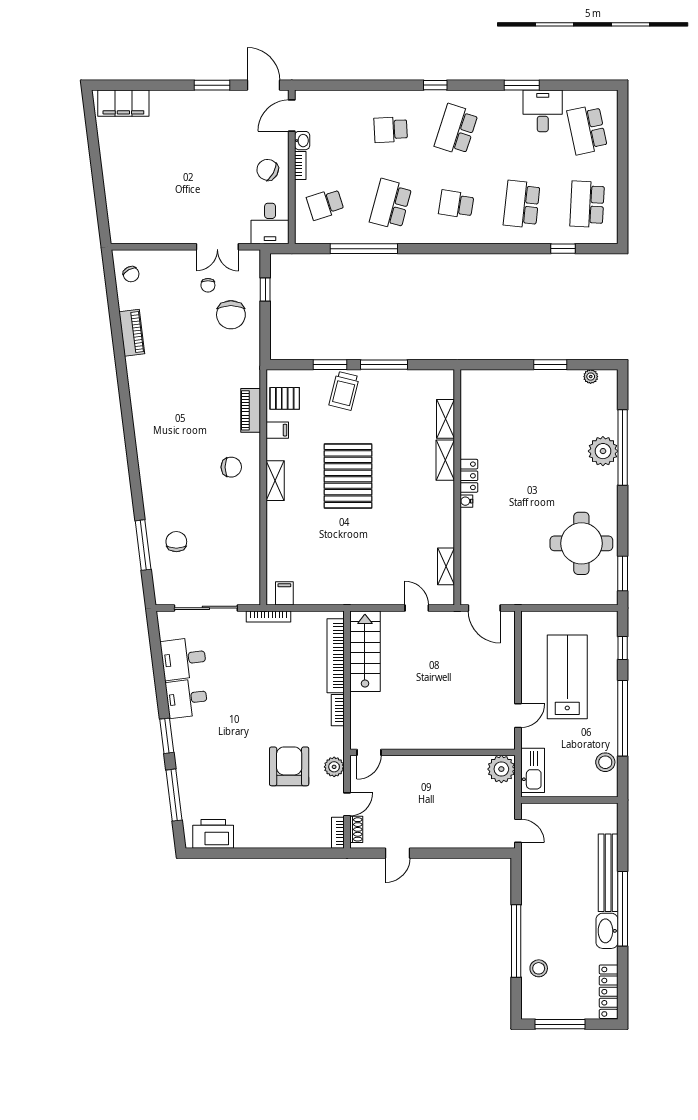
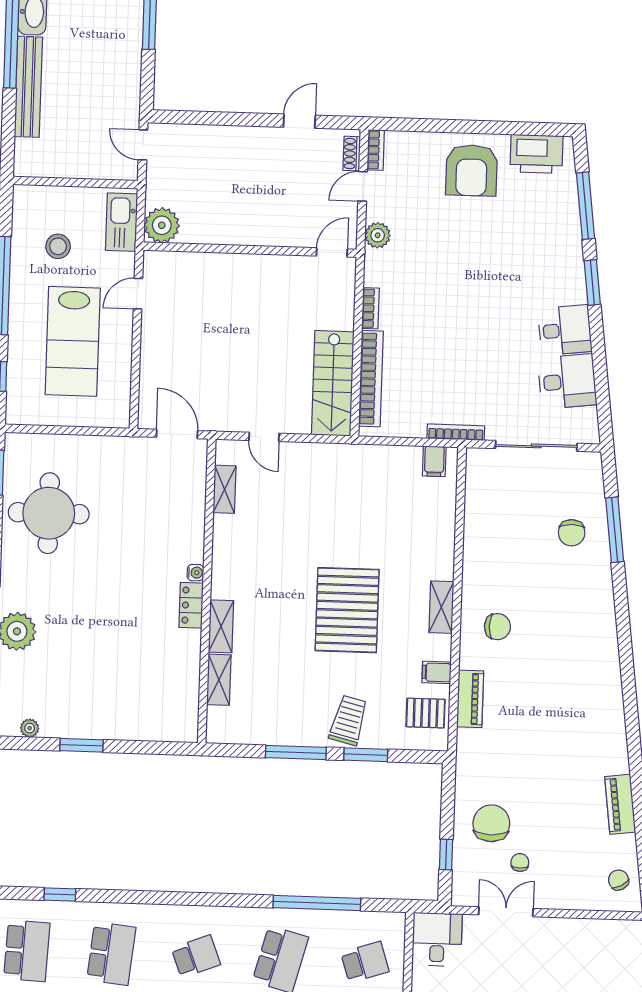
school desk: (456, 204) -> (196, 956), turned -30
chair: (231, 467) -> (497, 627), turned 180
stool: (605, 762) -> (58, 246), moved
armchair: (289, 766) -> (472, 170), moved

